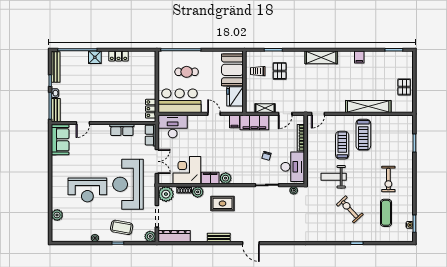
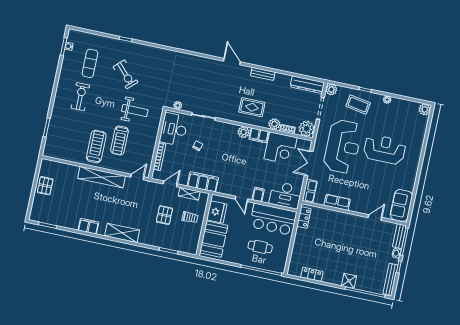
locker: (118, 56) -> (312, 274), moved
filing cabinet: (359, 57) -> (88, 226), width x2.00
trolley: (258, 71) -> (190, 217), moved
pallet: (280, 71) -> (164, 215), moved
shelving: (368, 106) -> (102, 177), moved
filing cabinet: (235, 121) -> (258, 194), moved
plant: (57, 215) -> (425, 109), moved

